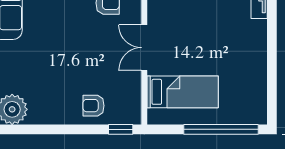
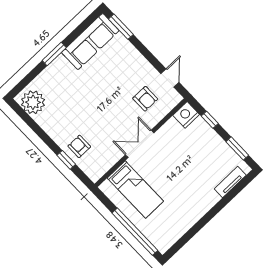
window: (121, 129) -> (66, 160), moved

